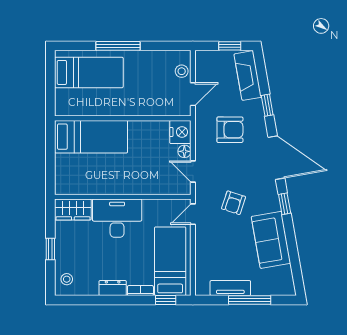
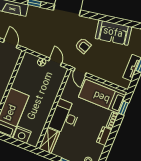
armchair: (230, 130) -> (40, 31), removed
nightstand: (180, 132) -> (22, 135), moved, turned 180
door: (193, 172) -> (55, 62), swing flipped
window: (285, 204) -> (96, 16), removed

